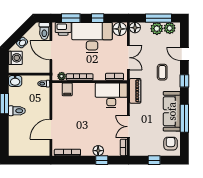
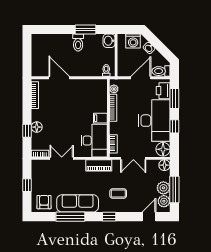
door: (184, 54) -> (149, 217), moved
filing cabinet: (67, 89) -> (100, 118), moved
armchair: (171, 144) -> (44, 202), turned -90

